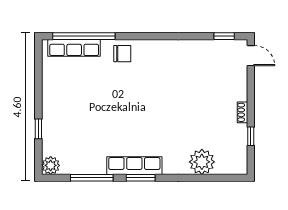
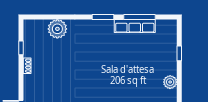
plant: (51, 165) -> (170, 82), moved
row of seats: (134, 166) -> (135, 26), moved

